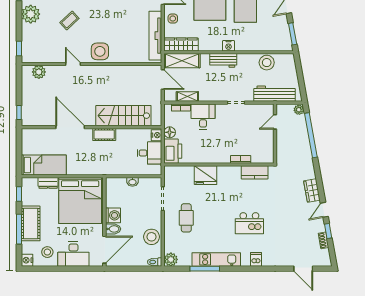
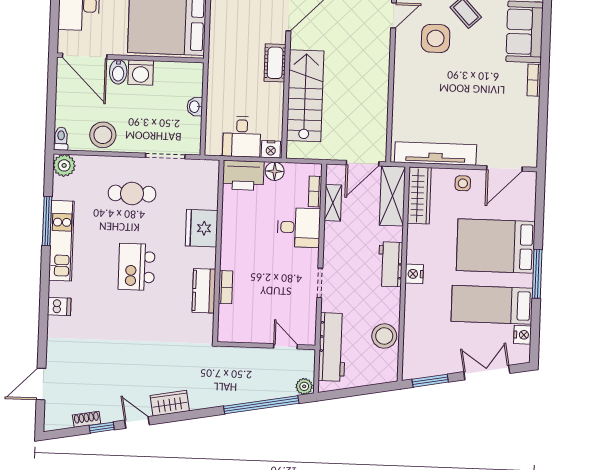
side table: (100, 51) -> (436, 38), moved
kitchen counter: (255, 172) -> (204, 291), moved
kitchen island: (249, 223) -> (137, 267), moved

